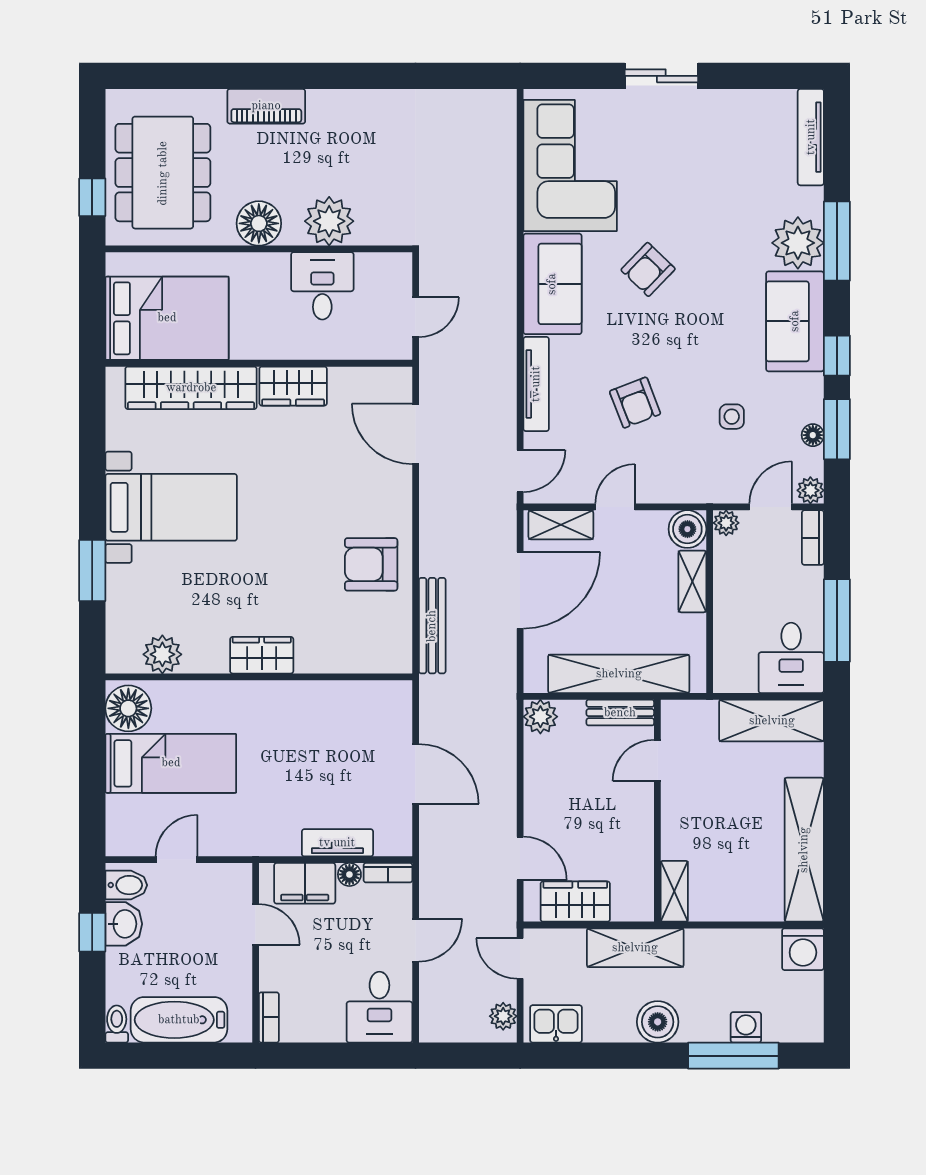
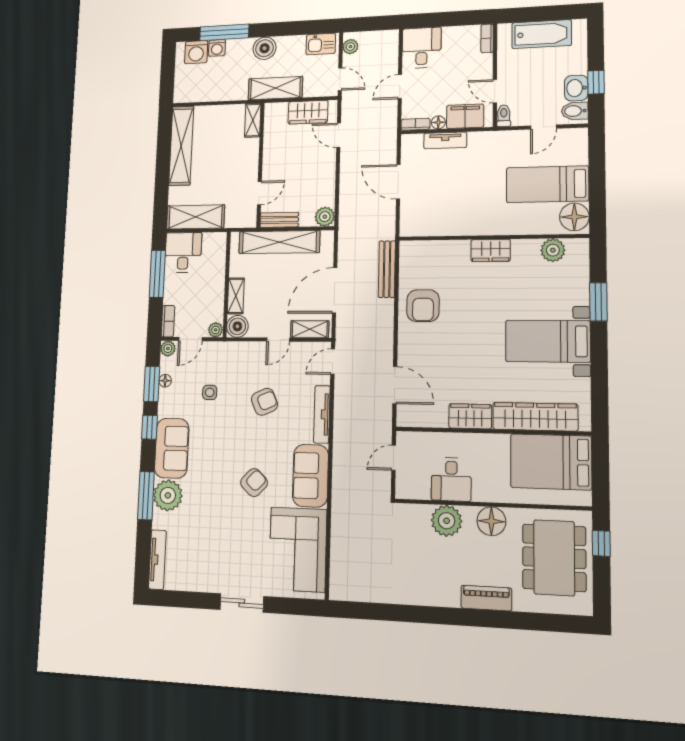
armchair: (635, 403) -> (264, 402), turned 87
armchair: (371, 564) -> (423, 306), turned 90
washing machine: (803, 949) -> (196, 52), moved, turned 180
toilet: (117, 1024) -> (504, 116), moved, turned 180

